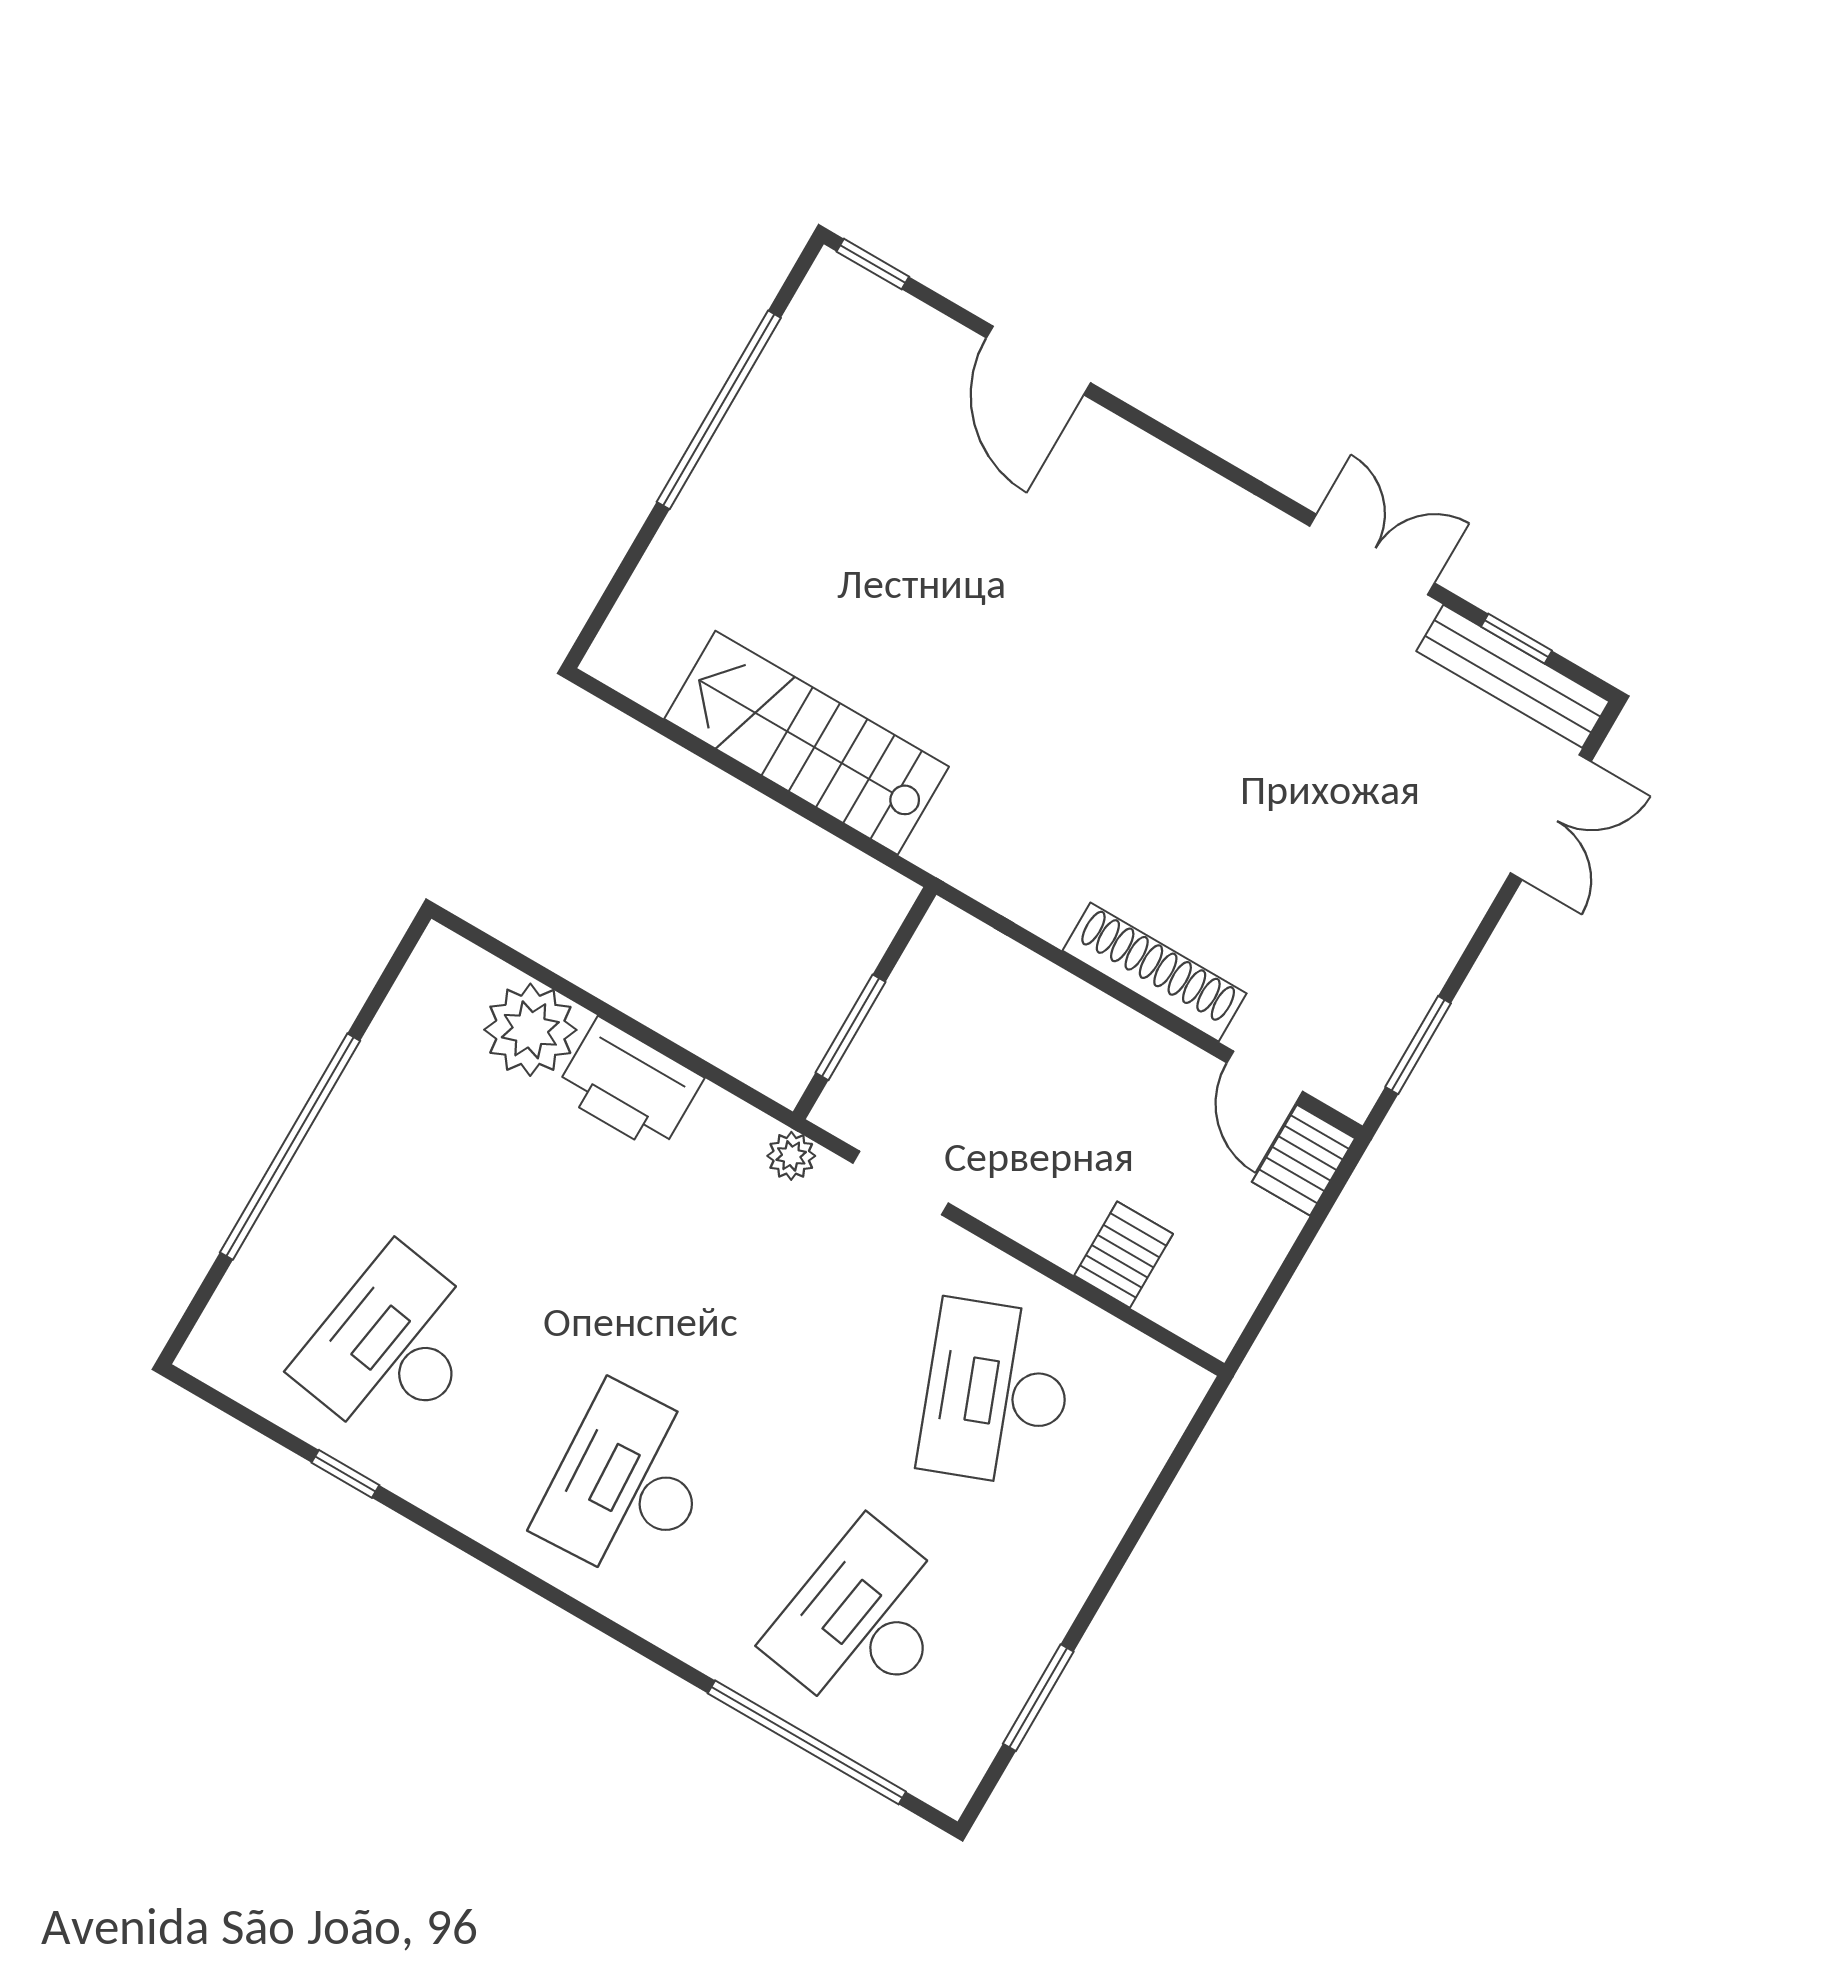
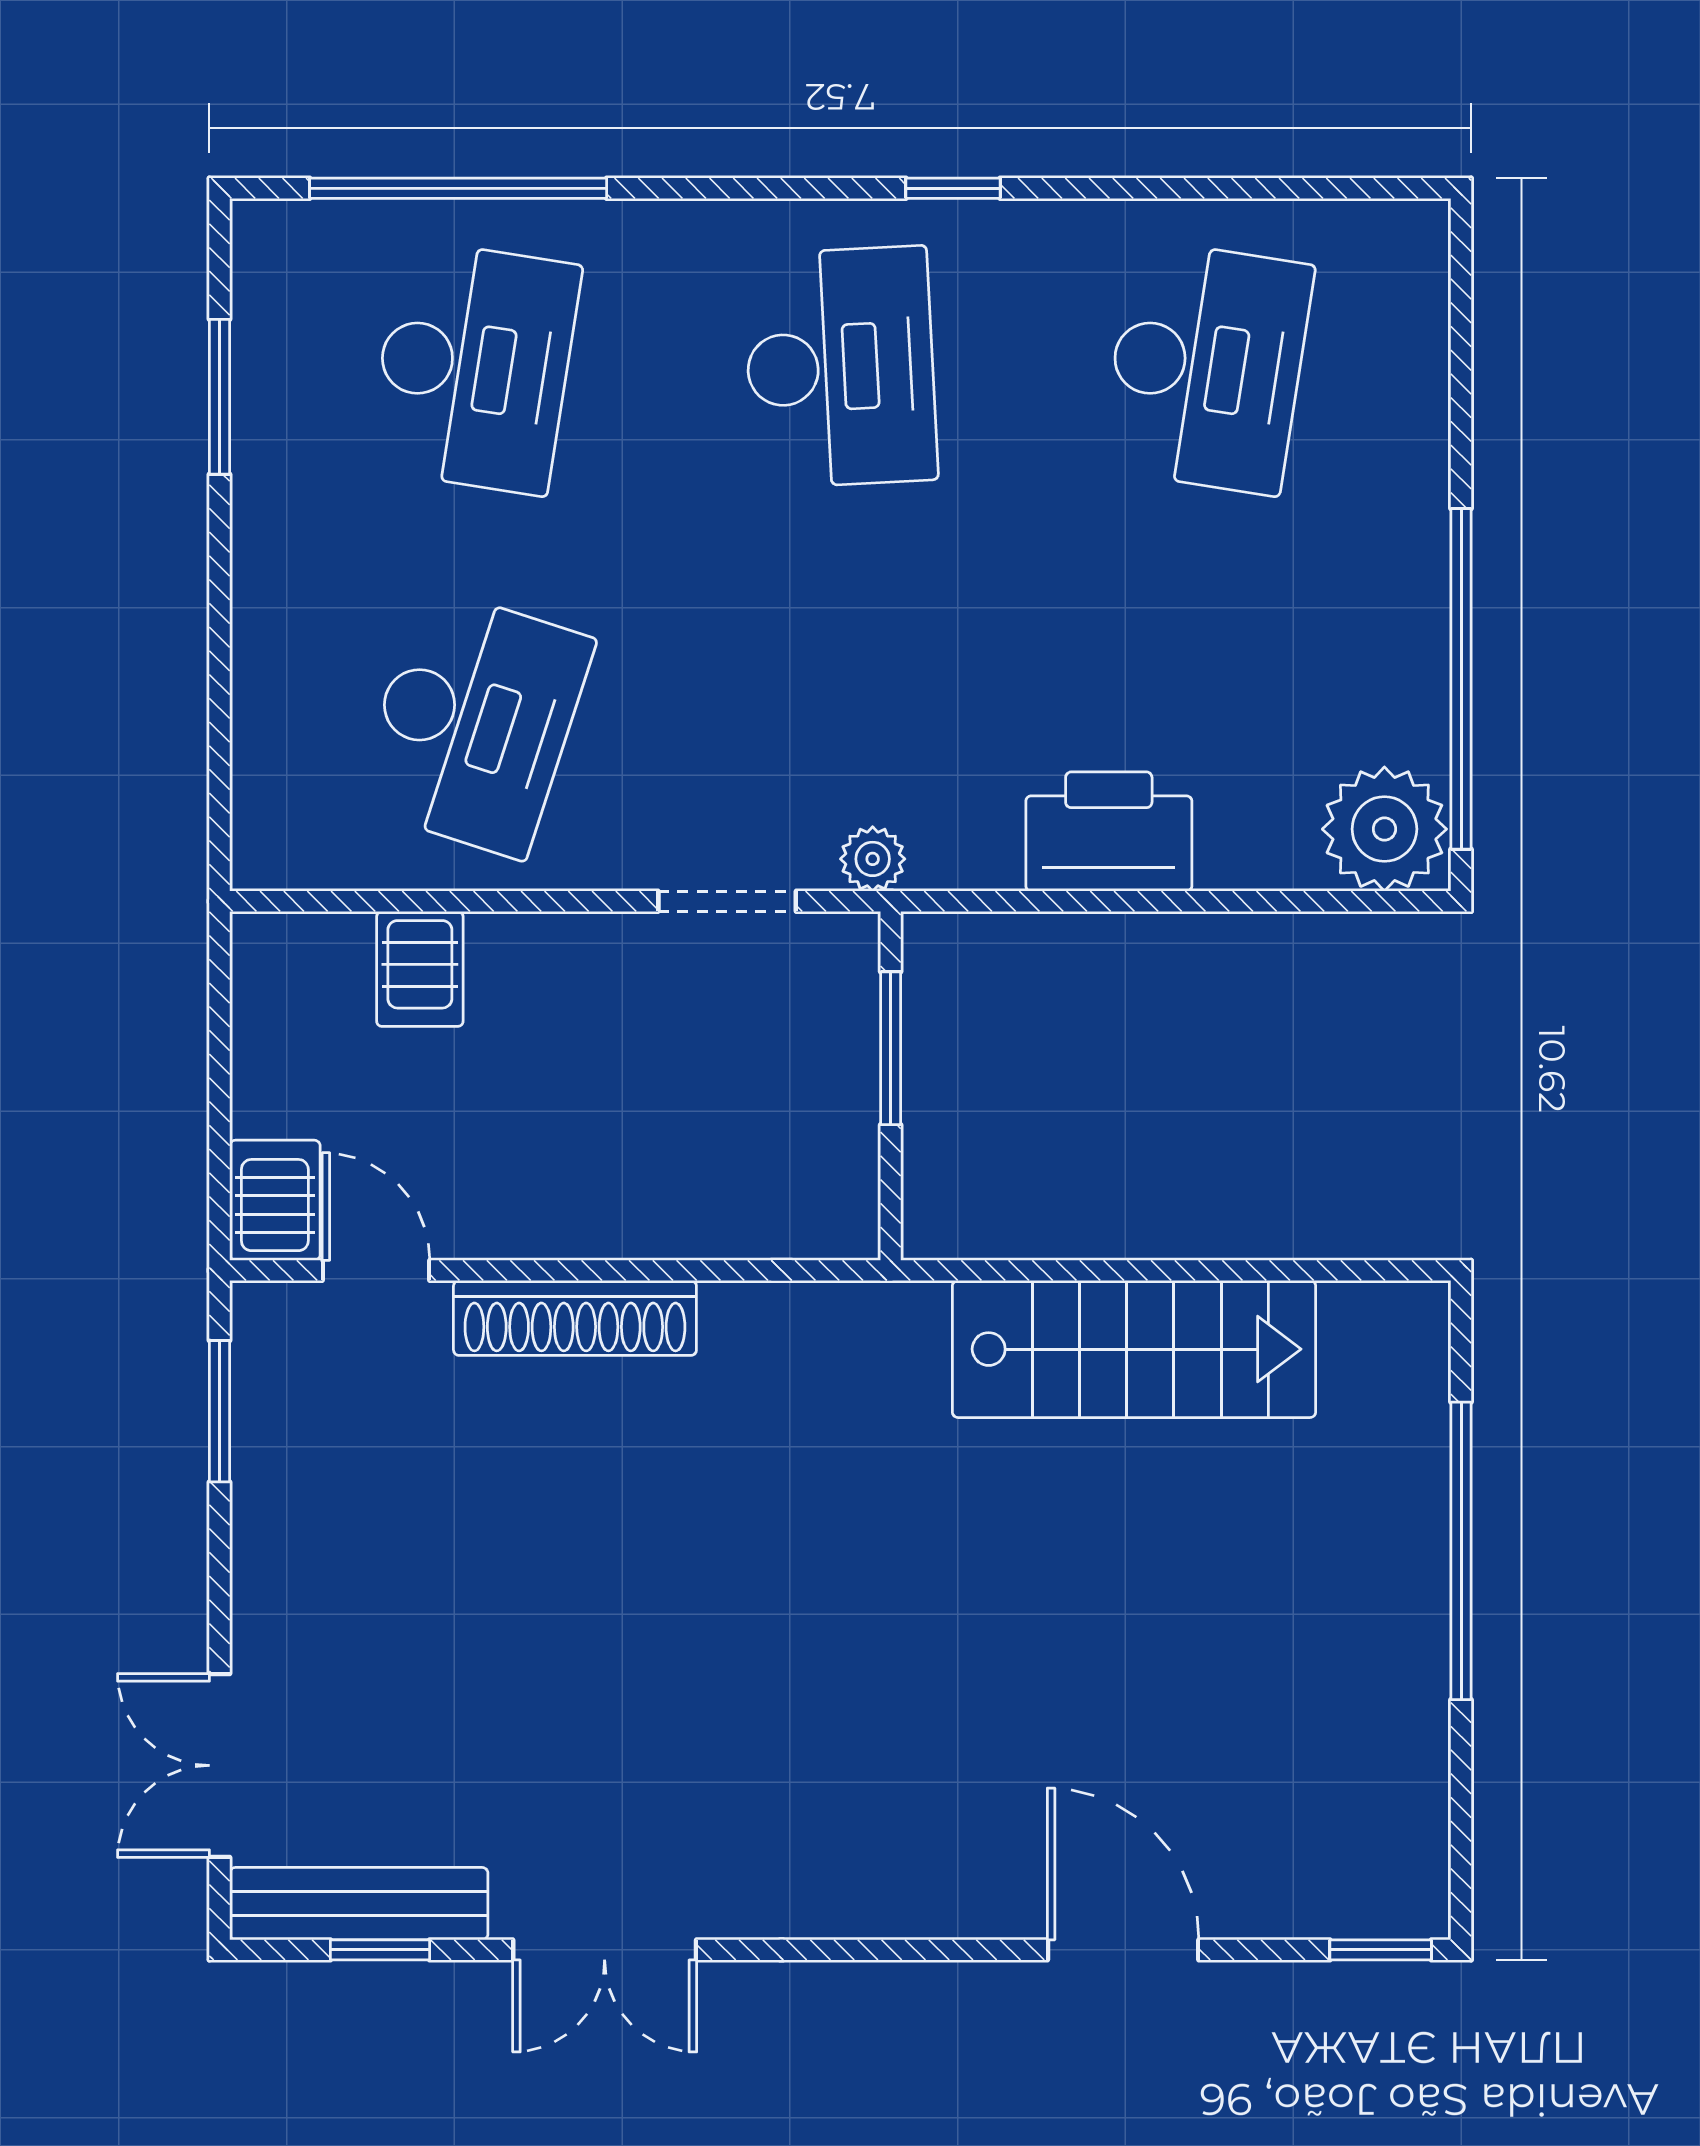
window: (719, 410) -> (1461, 1551), moved
plant: (530, 1030) -> (1384, 829), moved
window: (290, 1147) -> (1461, 679), moved
desk: (997, 1393) -> (474, 722), turned 39
window: (345, 1474) -> (953, 188), moved

